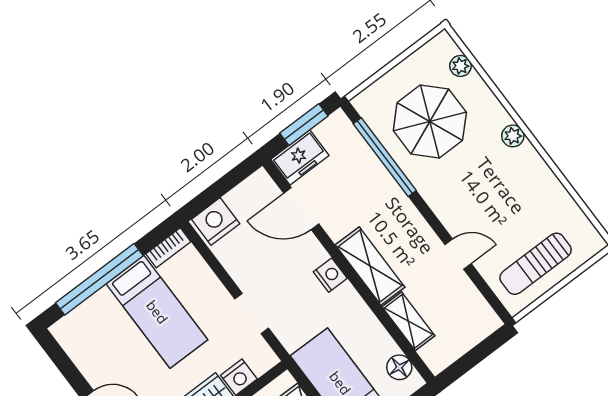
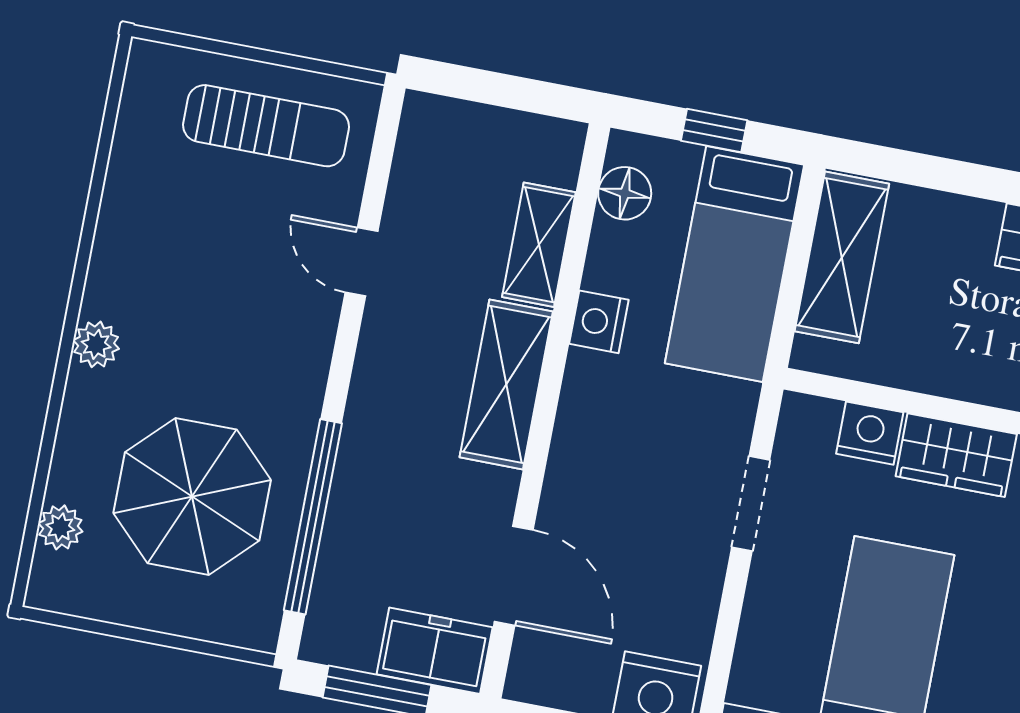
nightstand: (330, 275) -> (599, 322), moved

